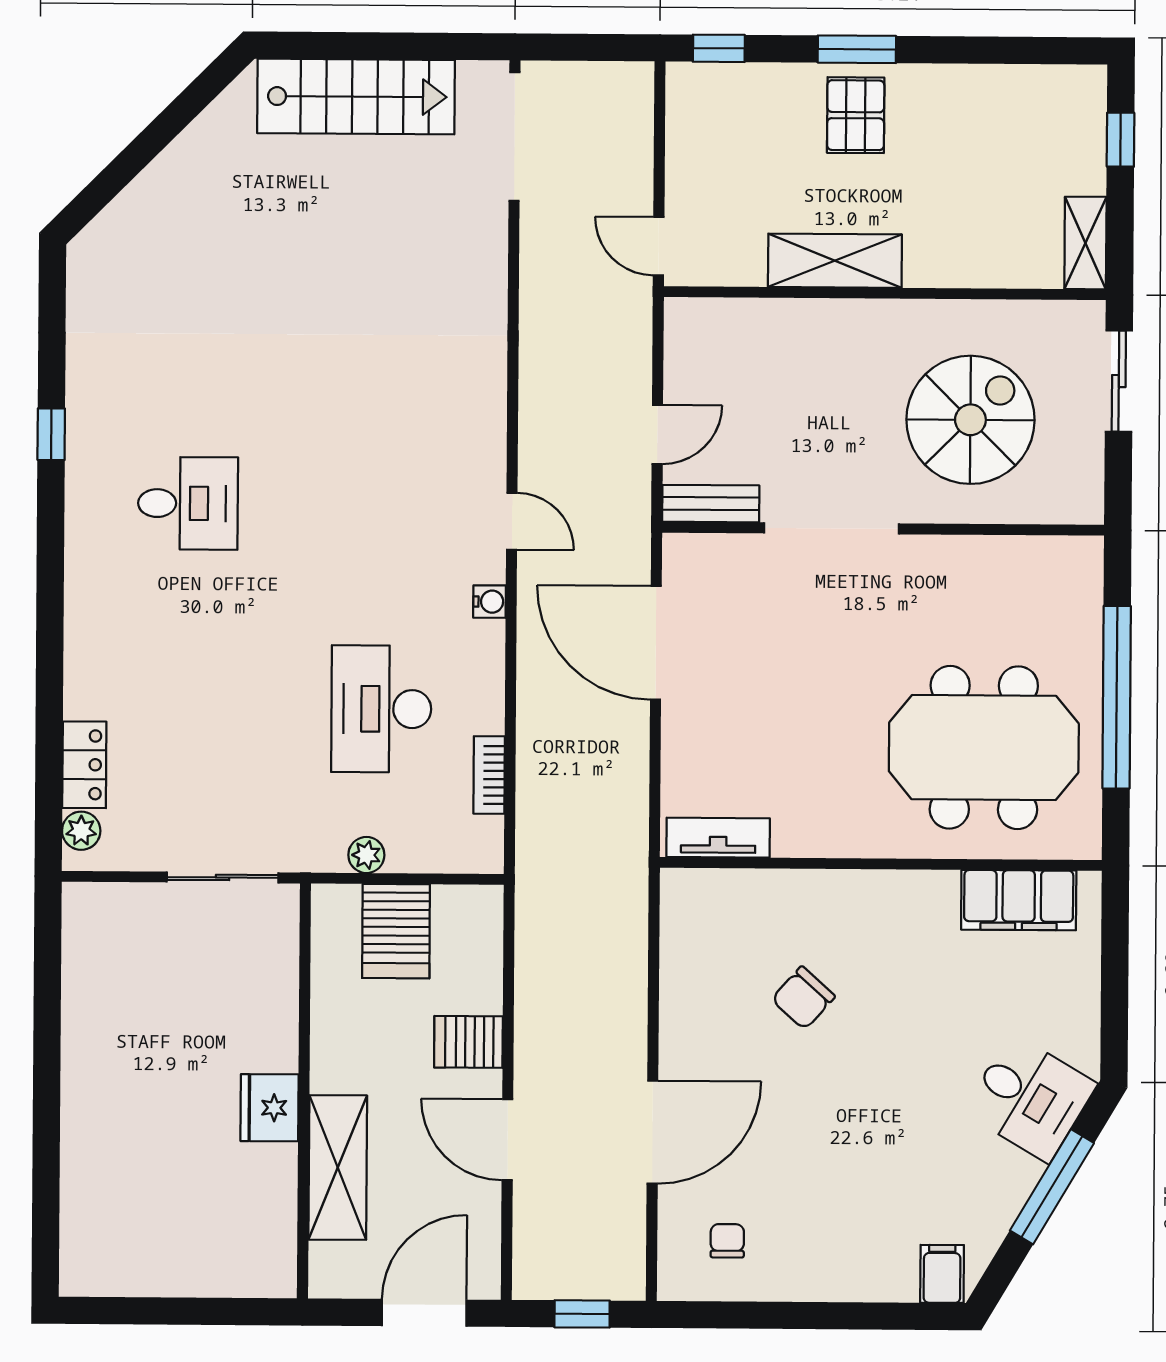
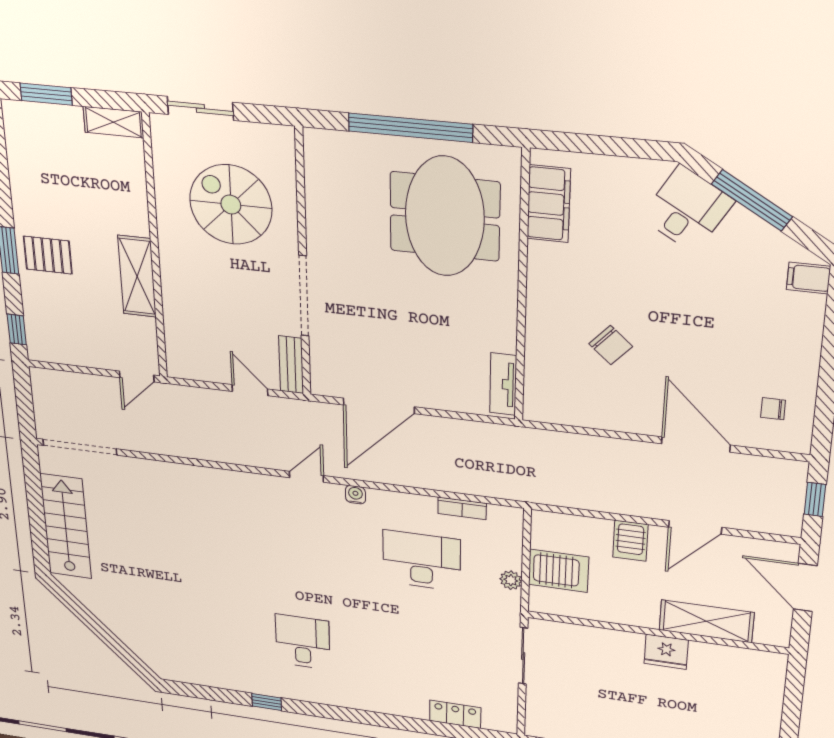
window: (1121, 140) -> (46, 94), width x1.50
desk: (381, 709) -> (422, 561), turned 180
plant: (81, 831) -> (494, 722), removed

